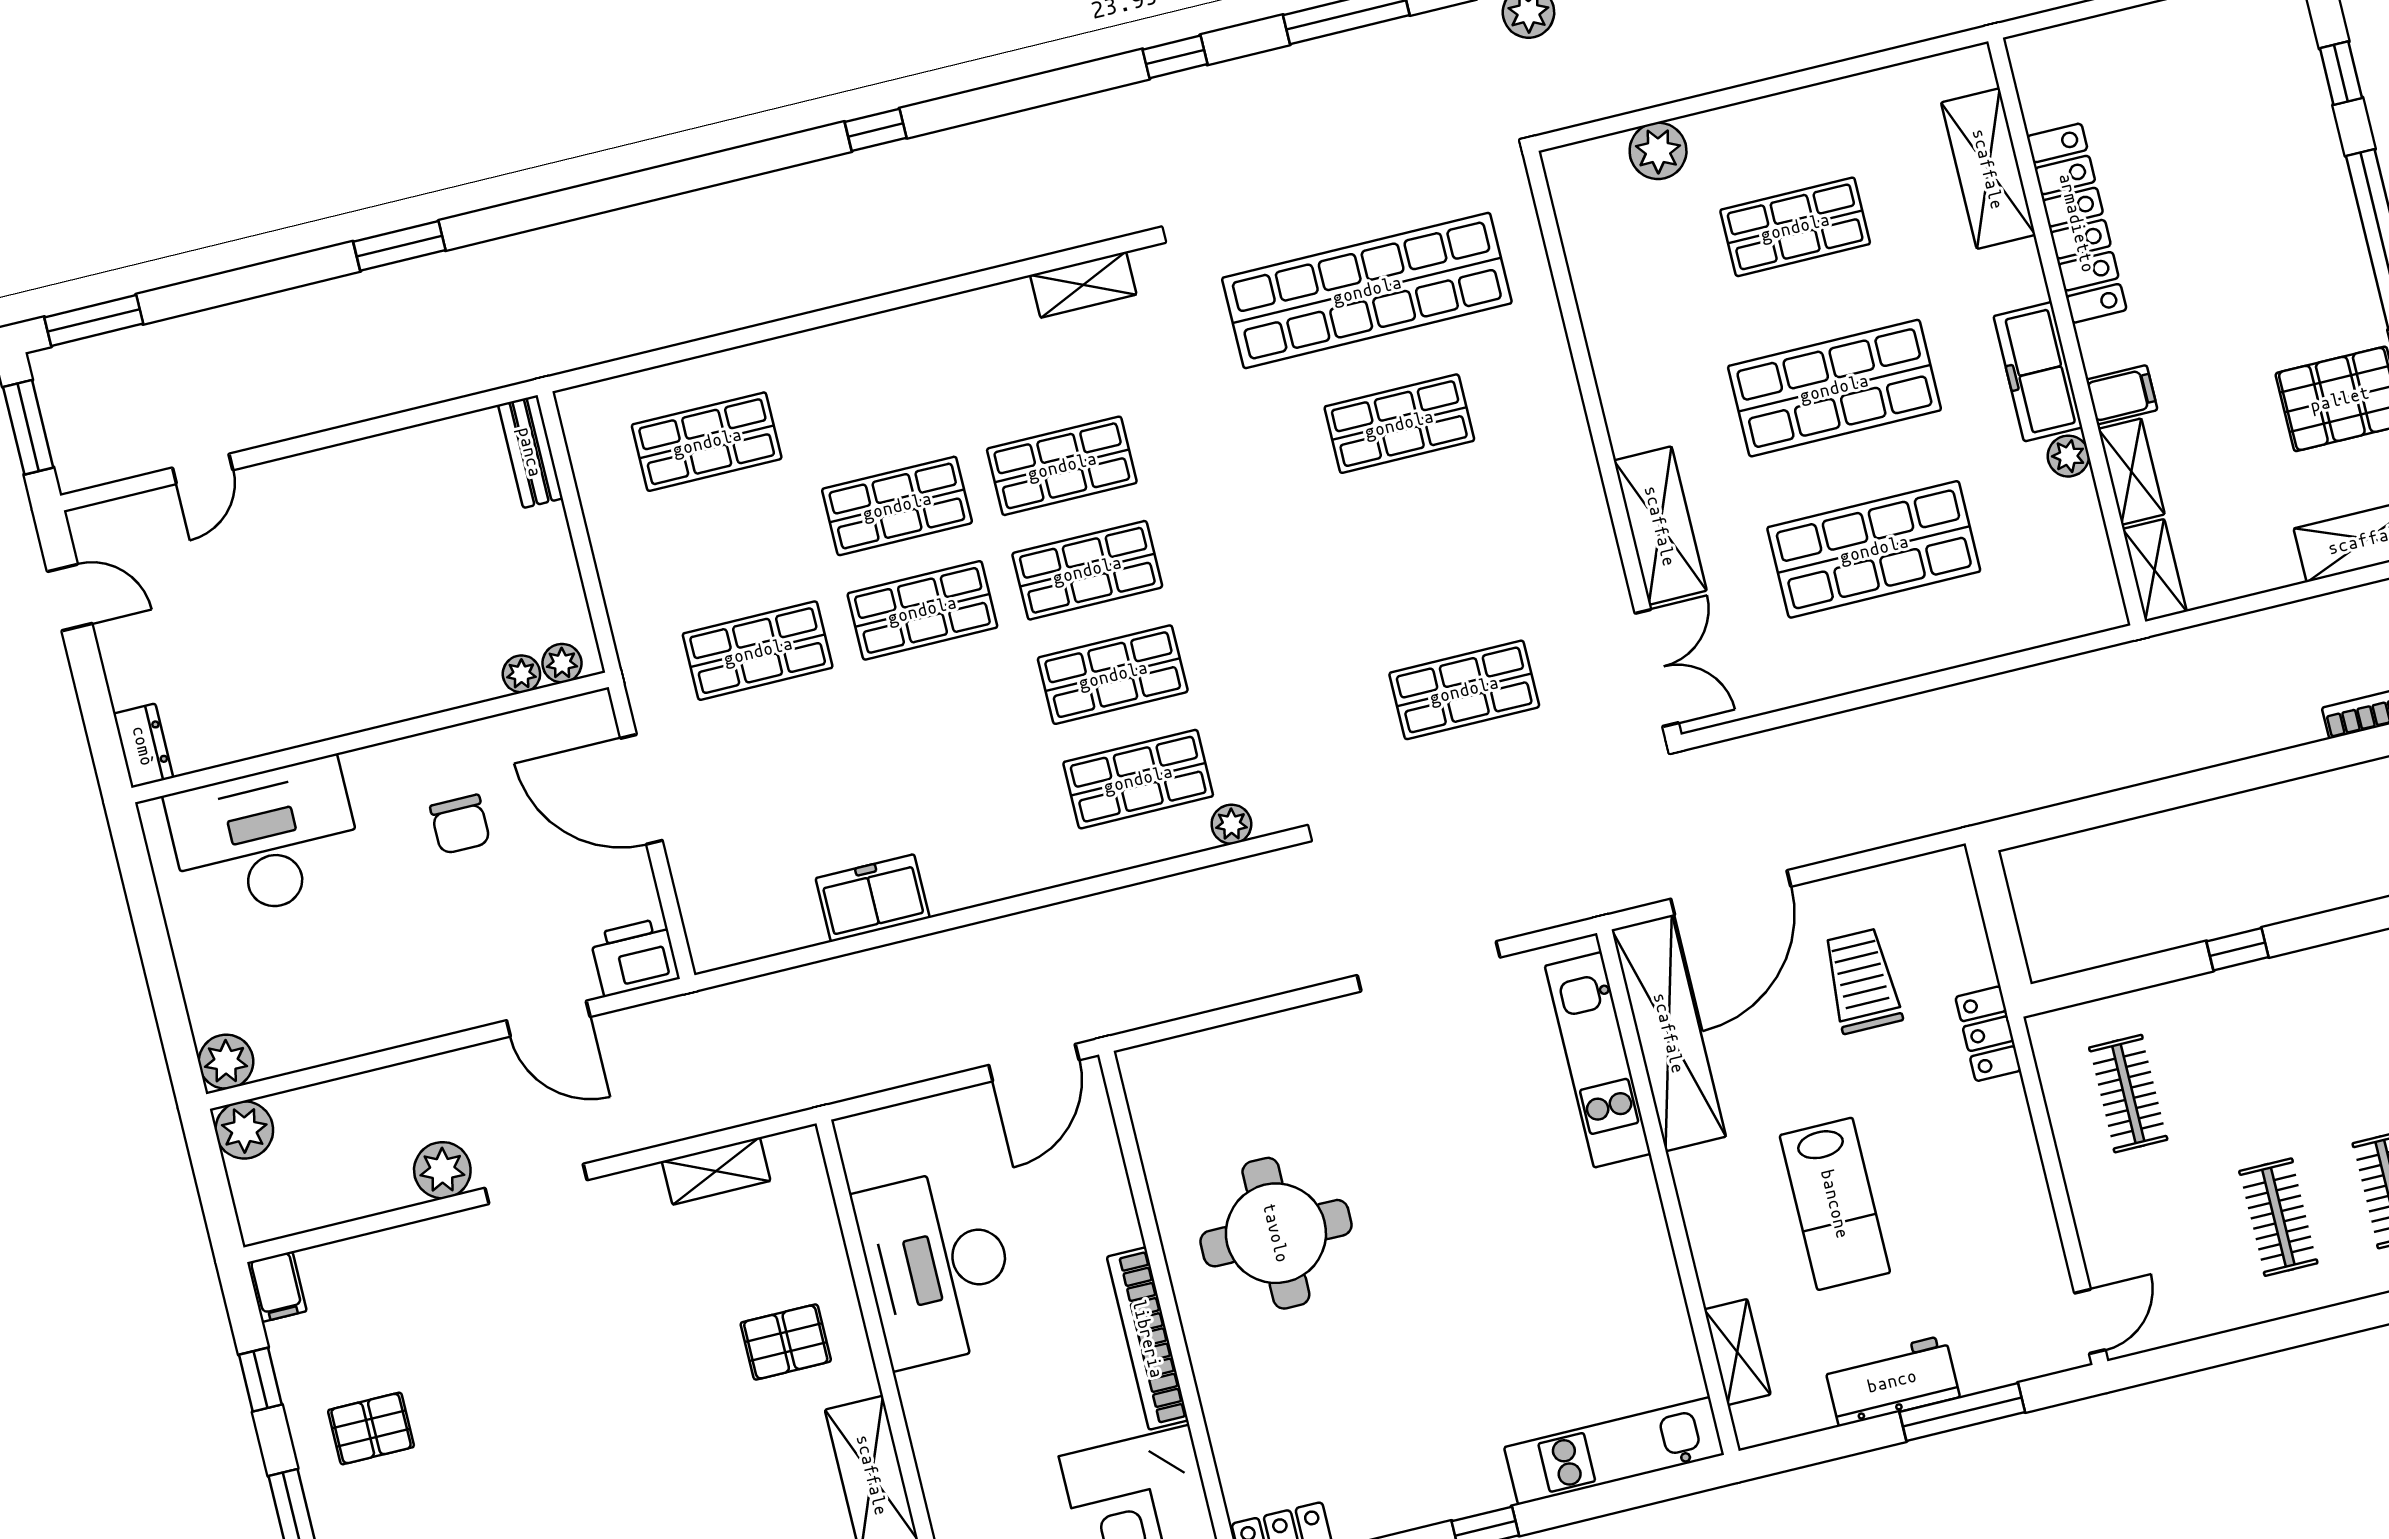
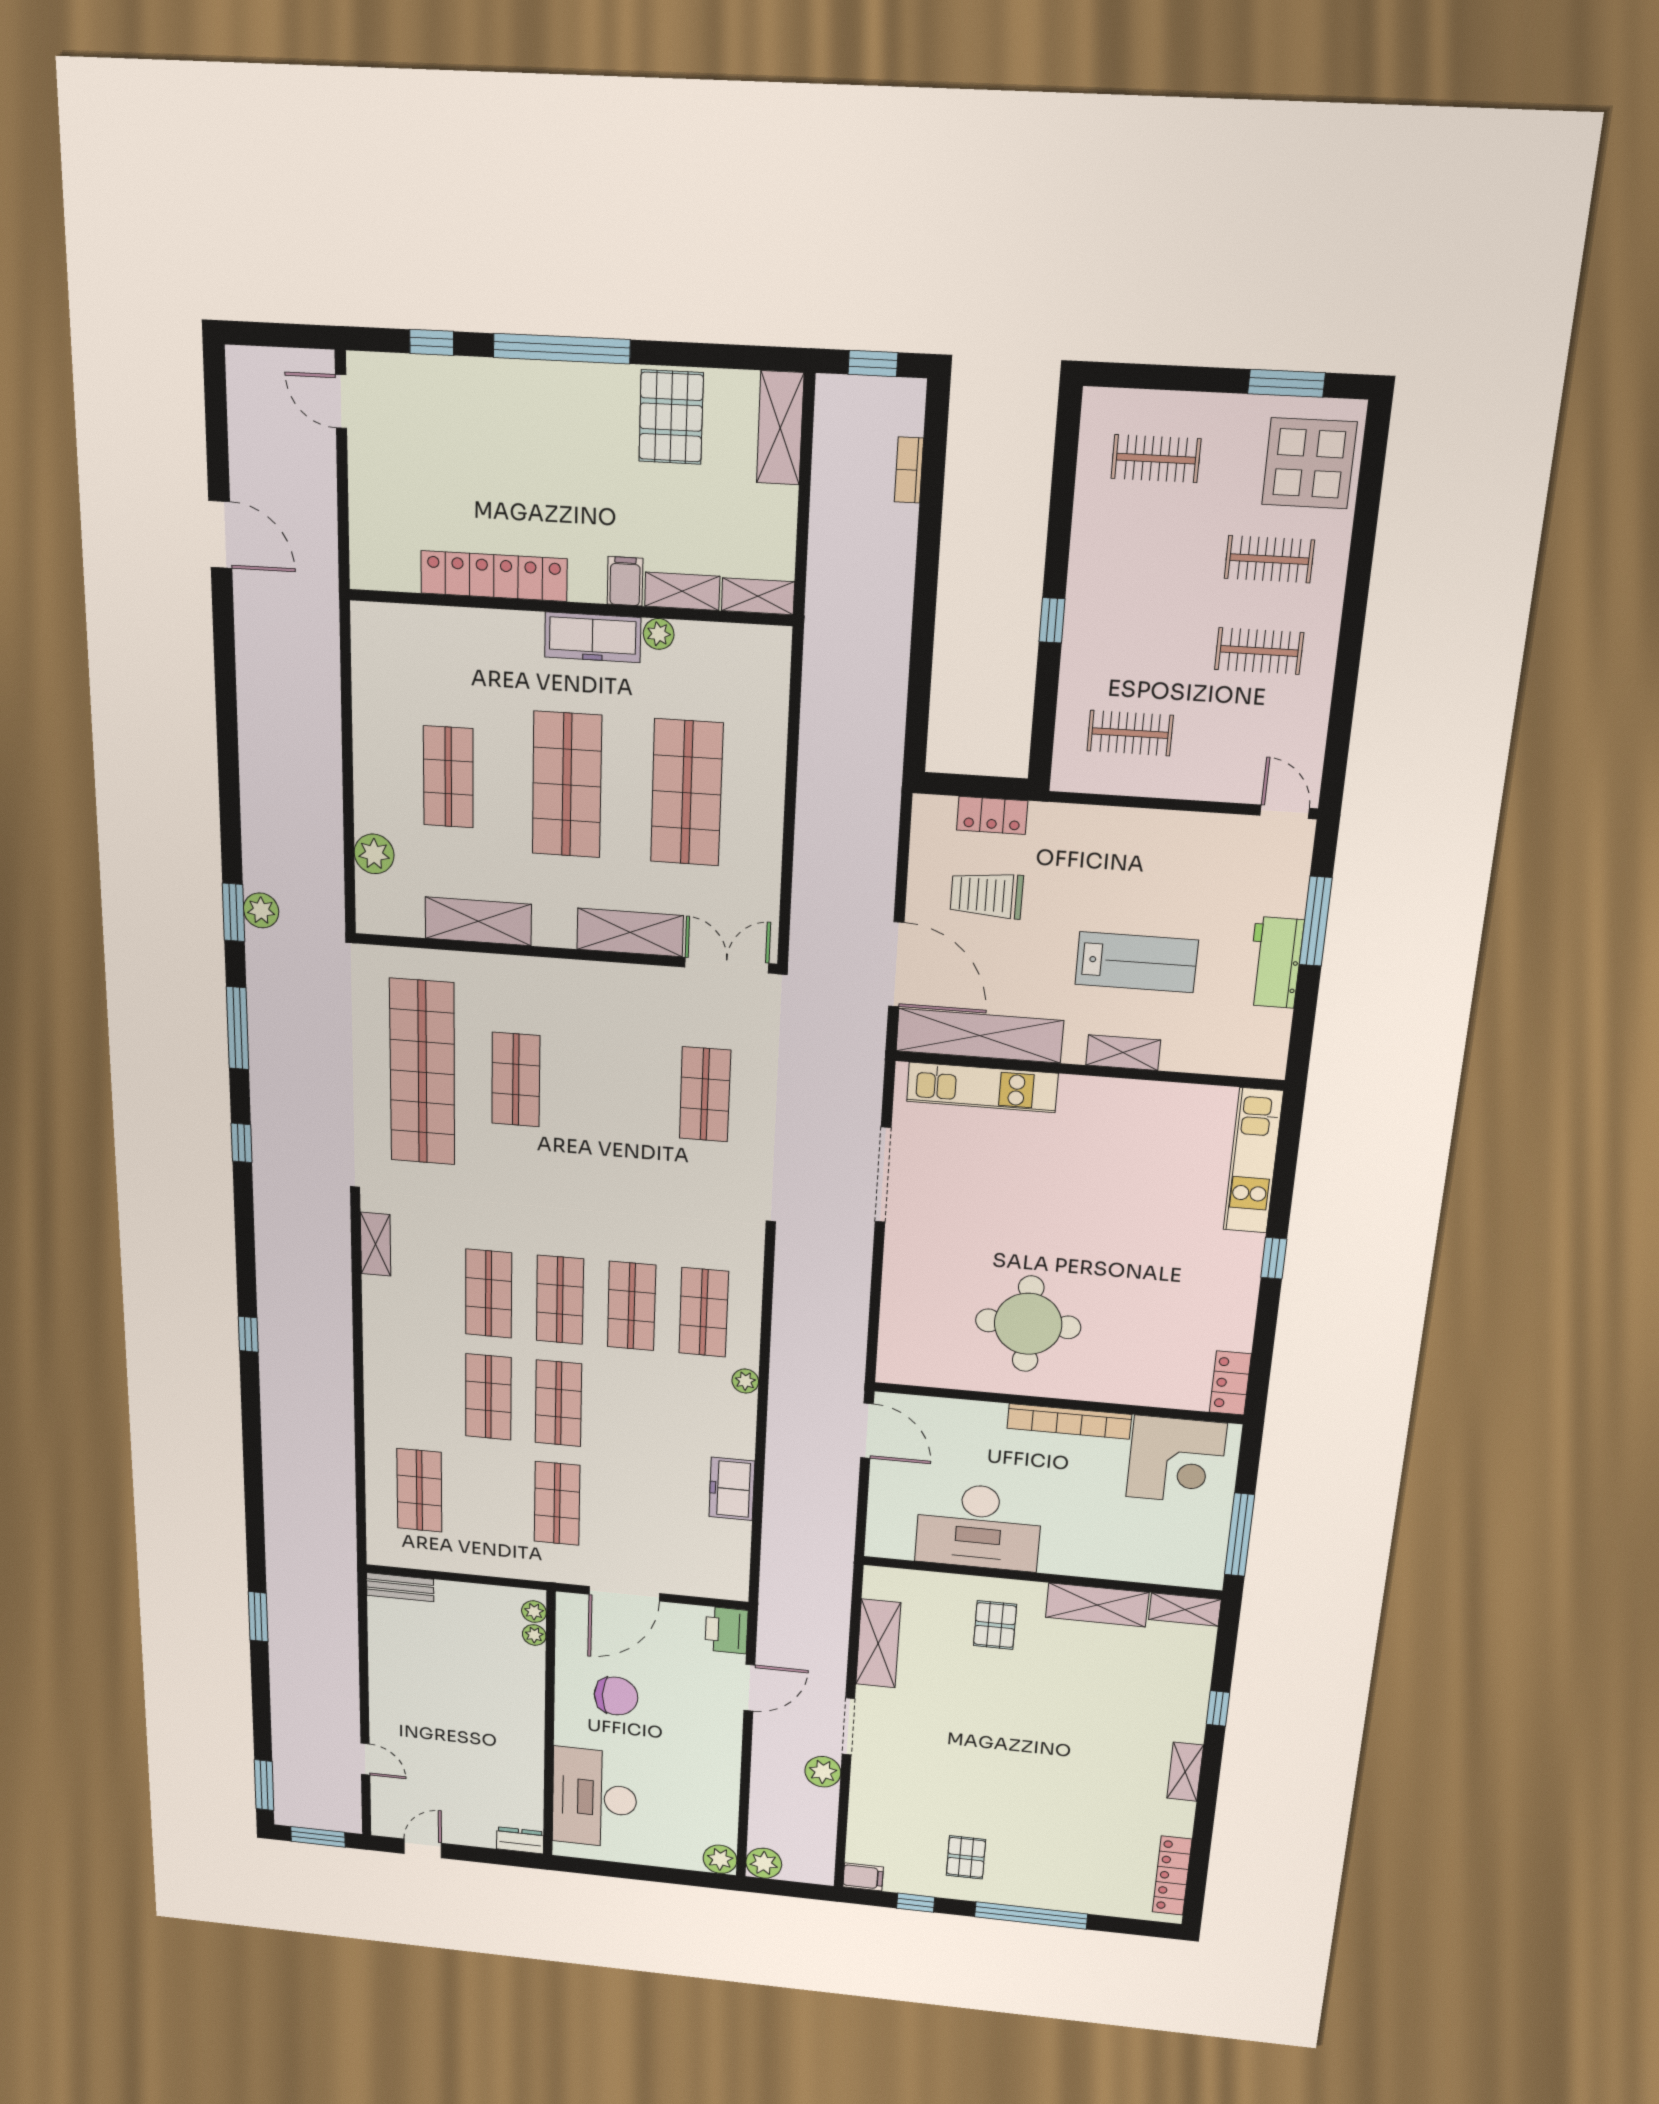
shelving: (1988, 169) -> (478, 921), moved
chair: (460, 824) -> (616, 1696), width x1.37, depth x1.37
plant: (1231, 824) -> (745, 1381), moved
locker: (1988, 1034) -> (992, 815), moved
shelving: (716, 1171) -> (878, 1643), width x1.50, depth x1.33
shelving: (1737, 1352) -> (1123, 1053), moved

